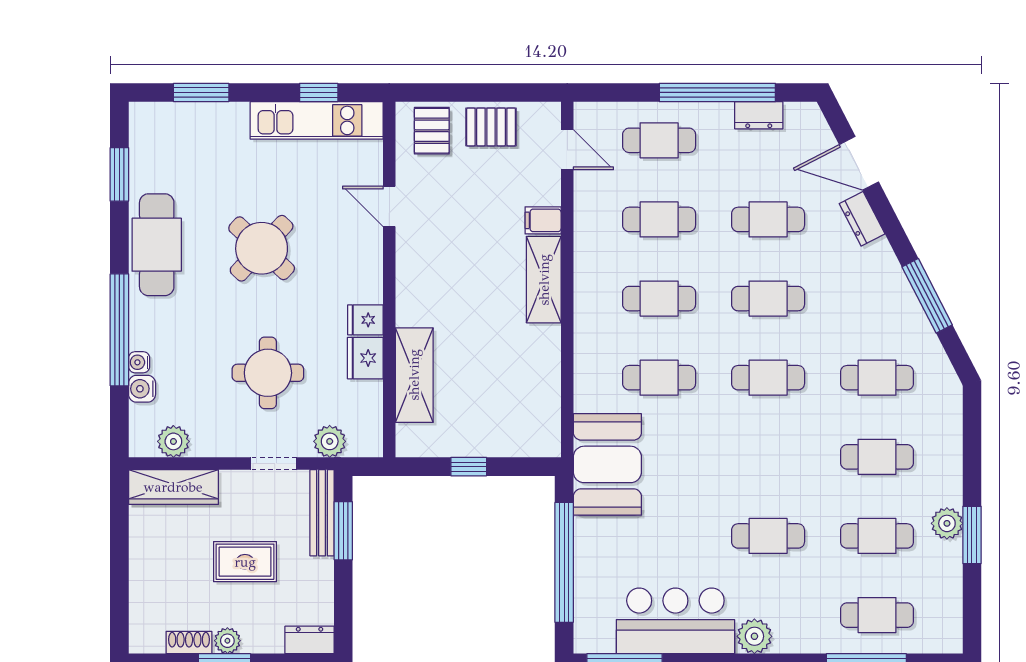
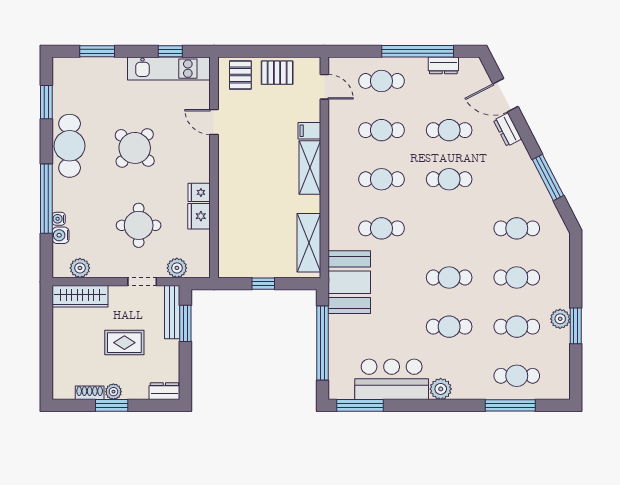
shelving: (414, 375) -> (309, 243), moved
cafe table: (768, 378) -> (449, 277), moved

